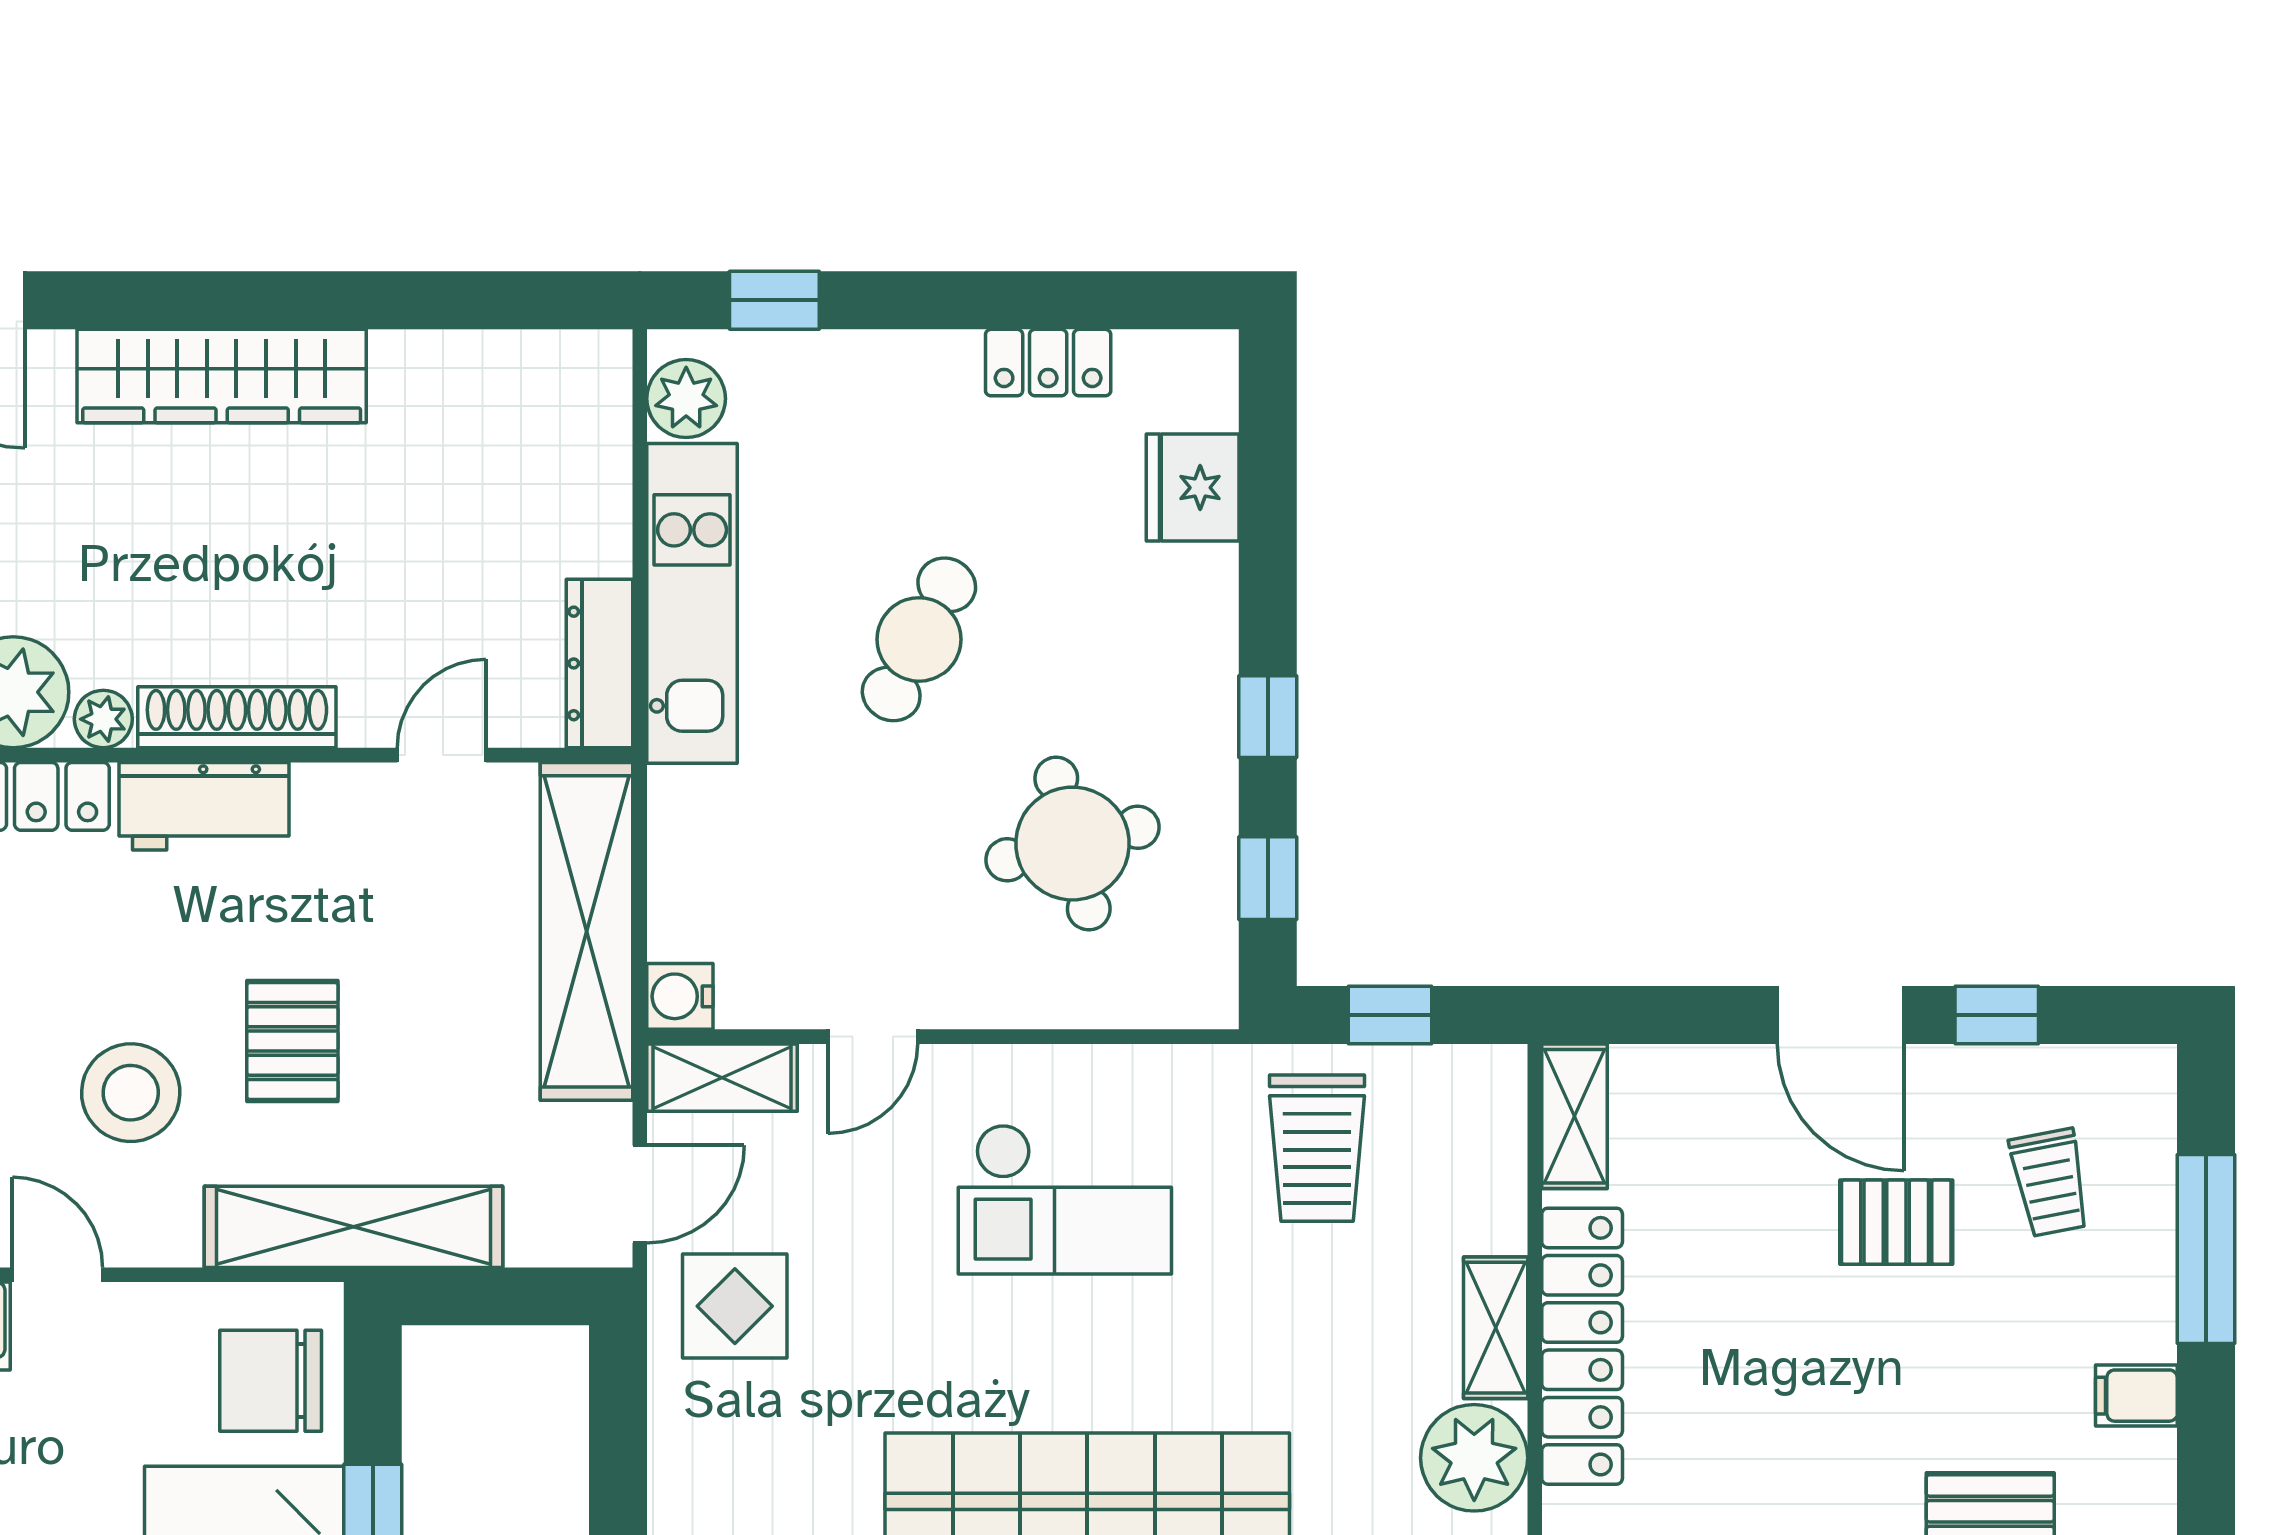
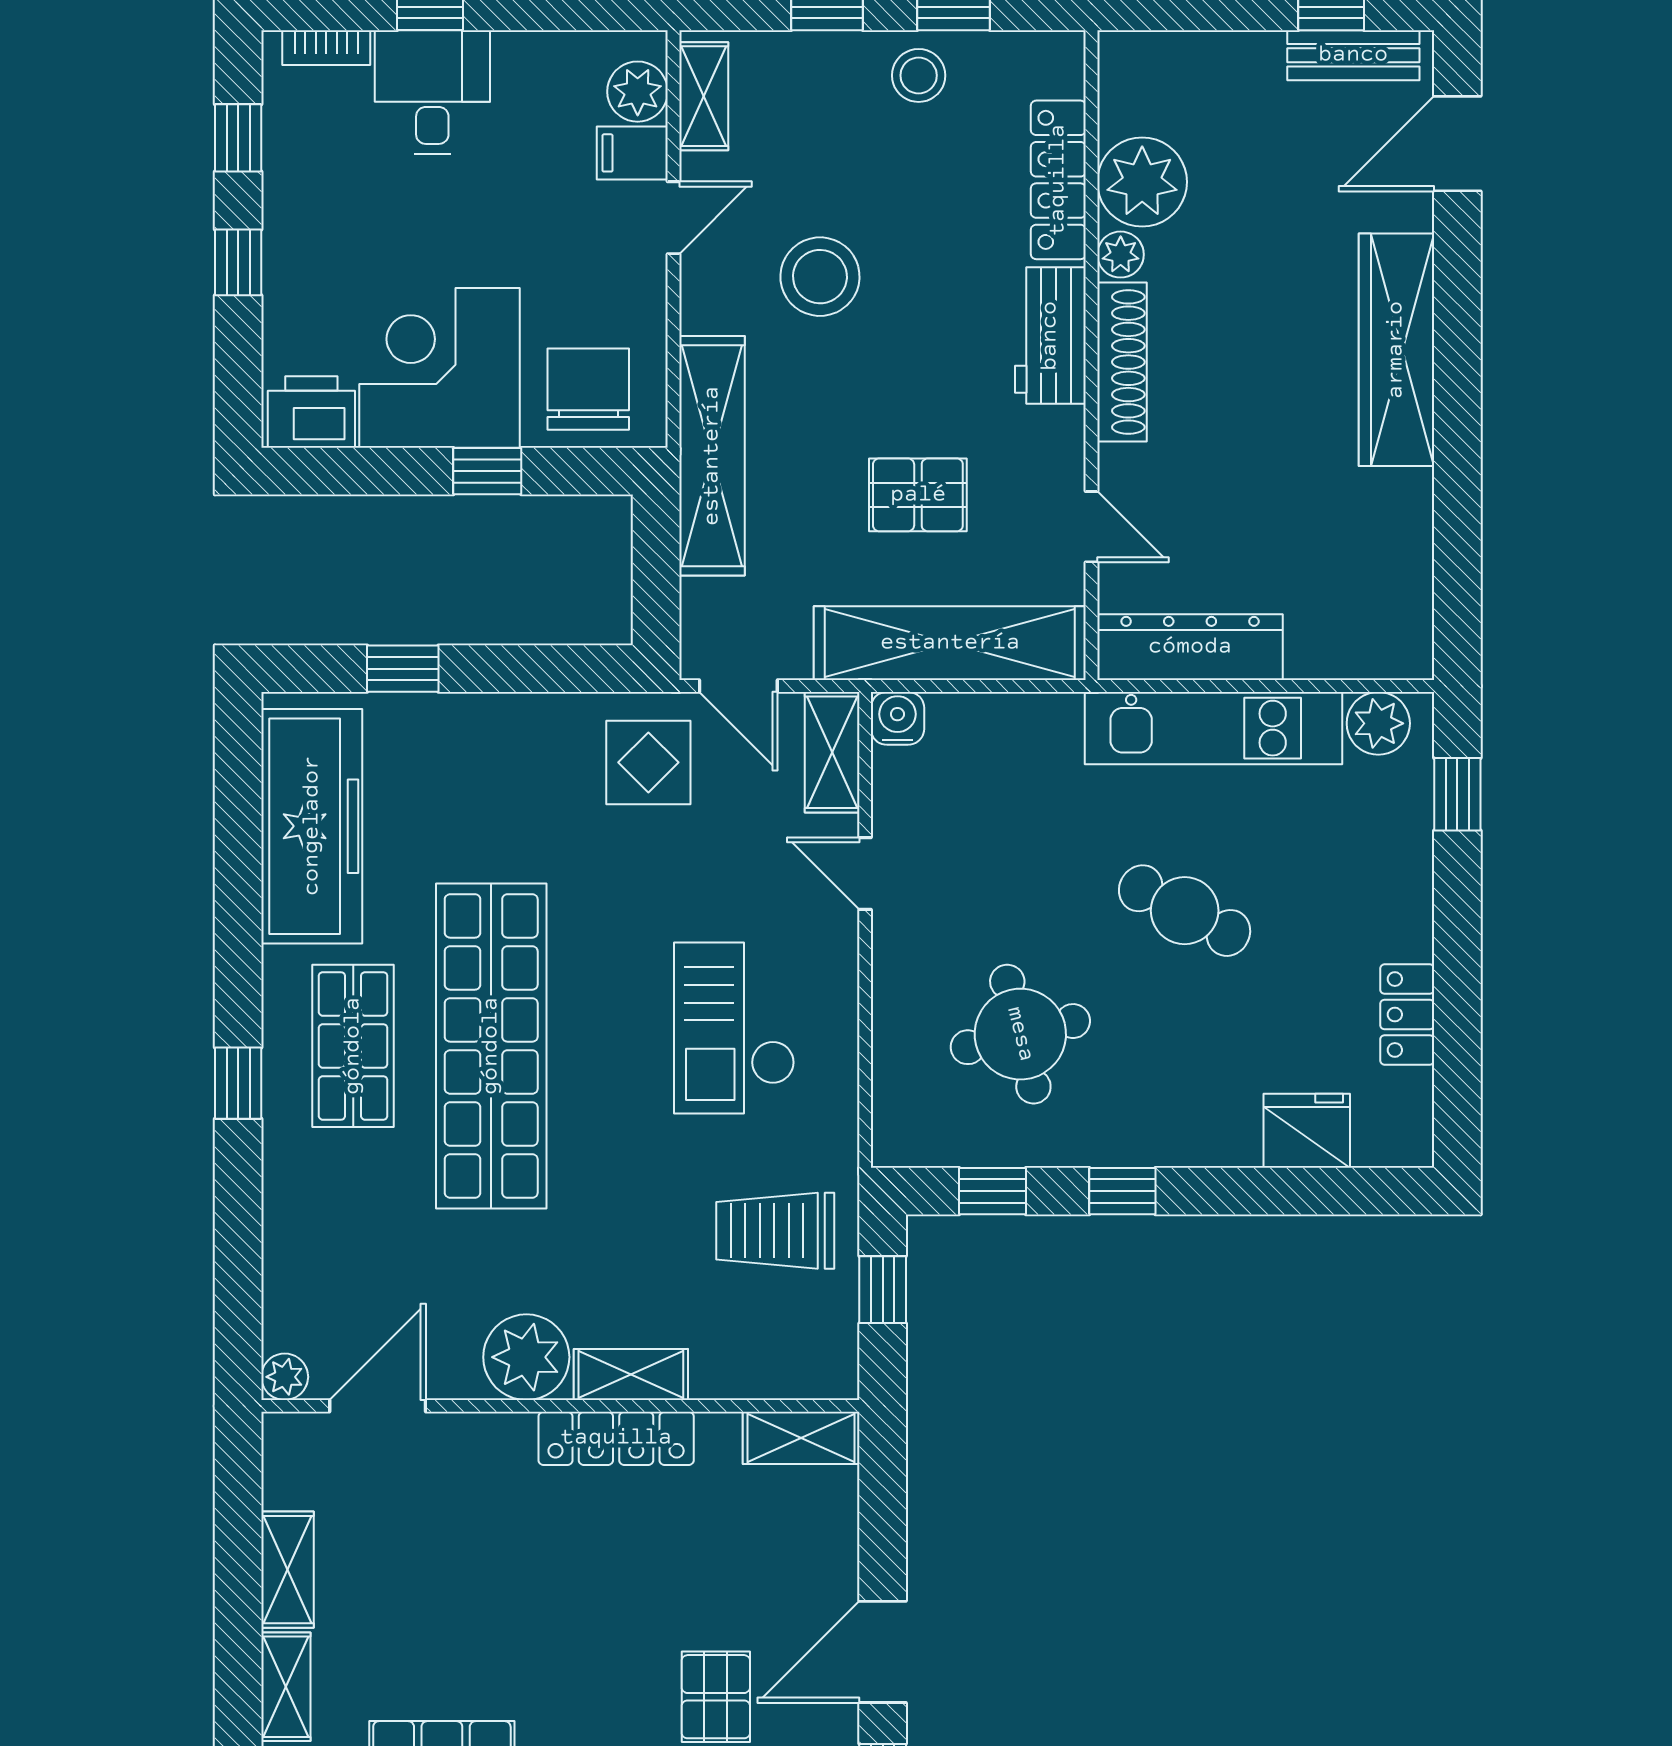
dresser: (599, 663) -> (1190, 647), width x1.37, depth x1.24
pallet: (292, 1041) -> (918, 495), moved
locker: (1582, 1346) -> (616, 1438), width x0.71, depth x0.83

